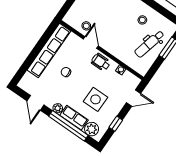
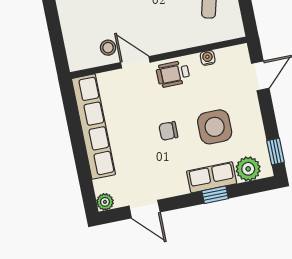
chair: (66, 72) -> (168, 131), moved
plant: (58, 108) -> (105, 202), moved
window: (116, 124) -> (276, 152), moved
window: (68, 126) -> (215, 195), width x0.32

